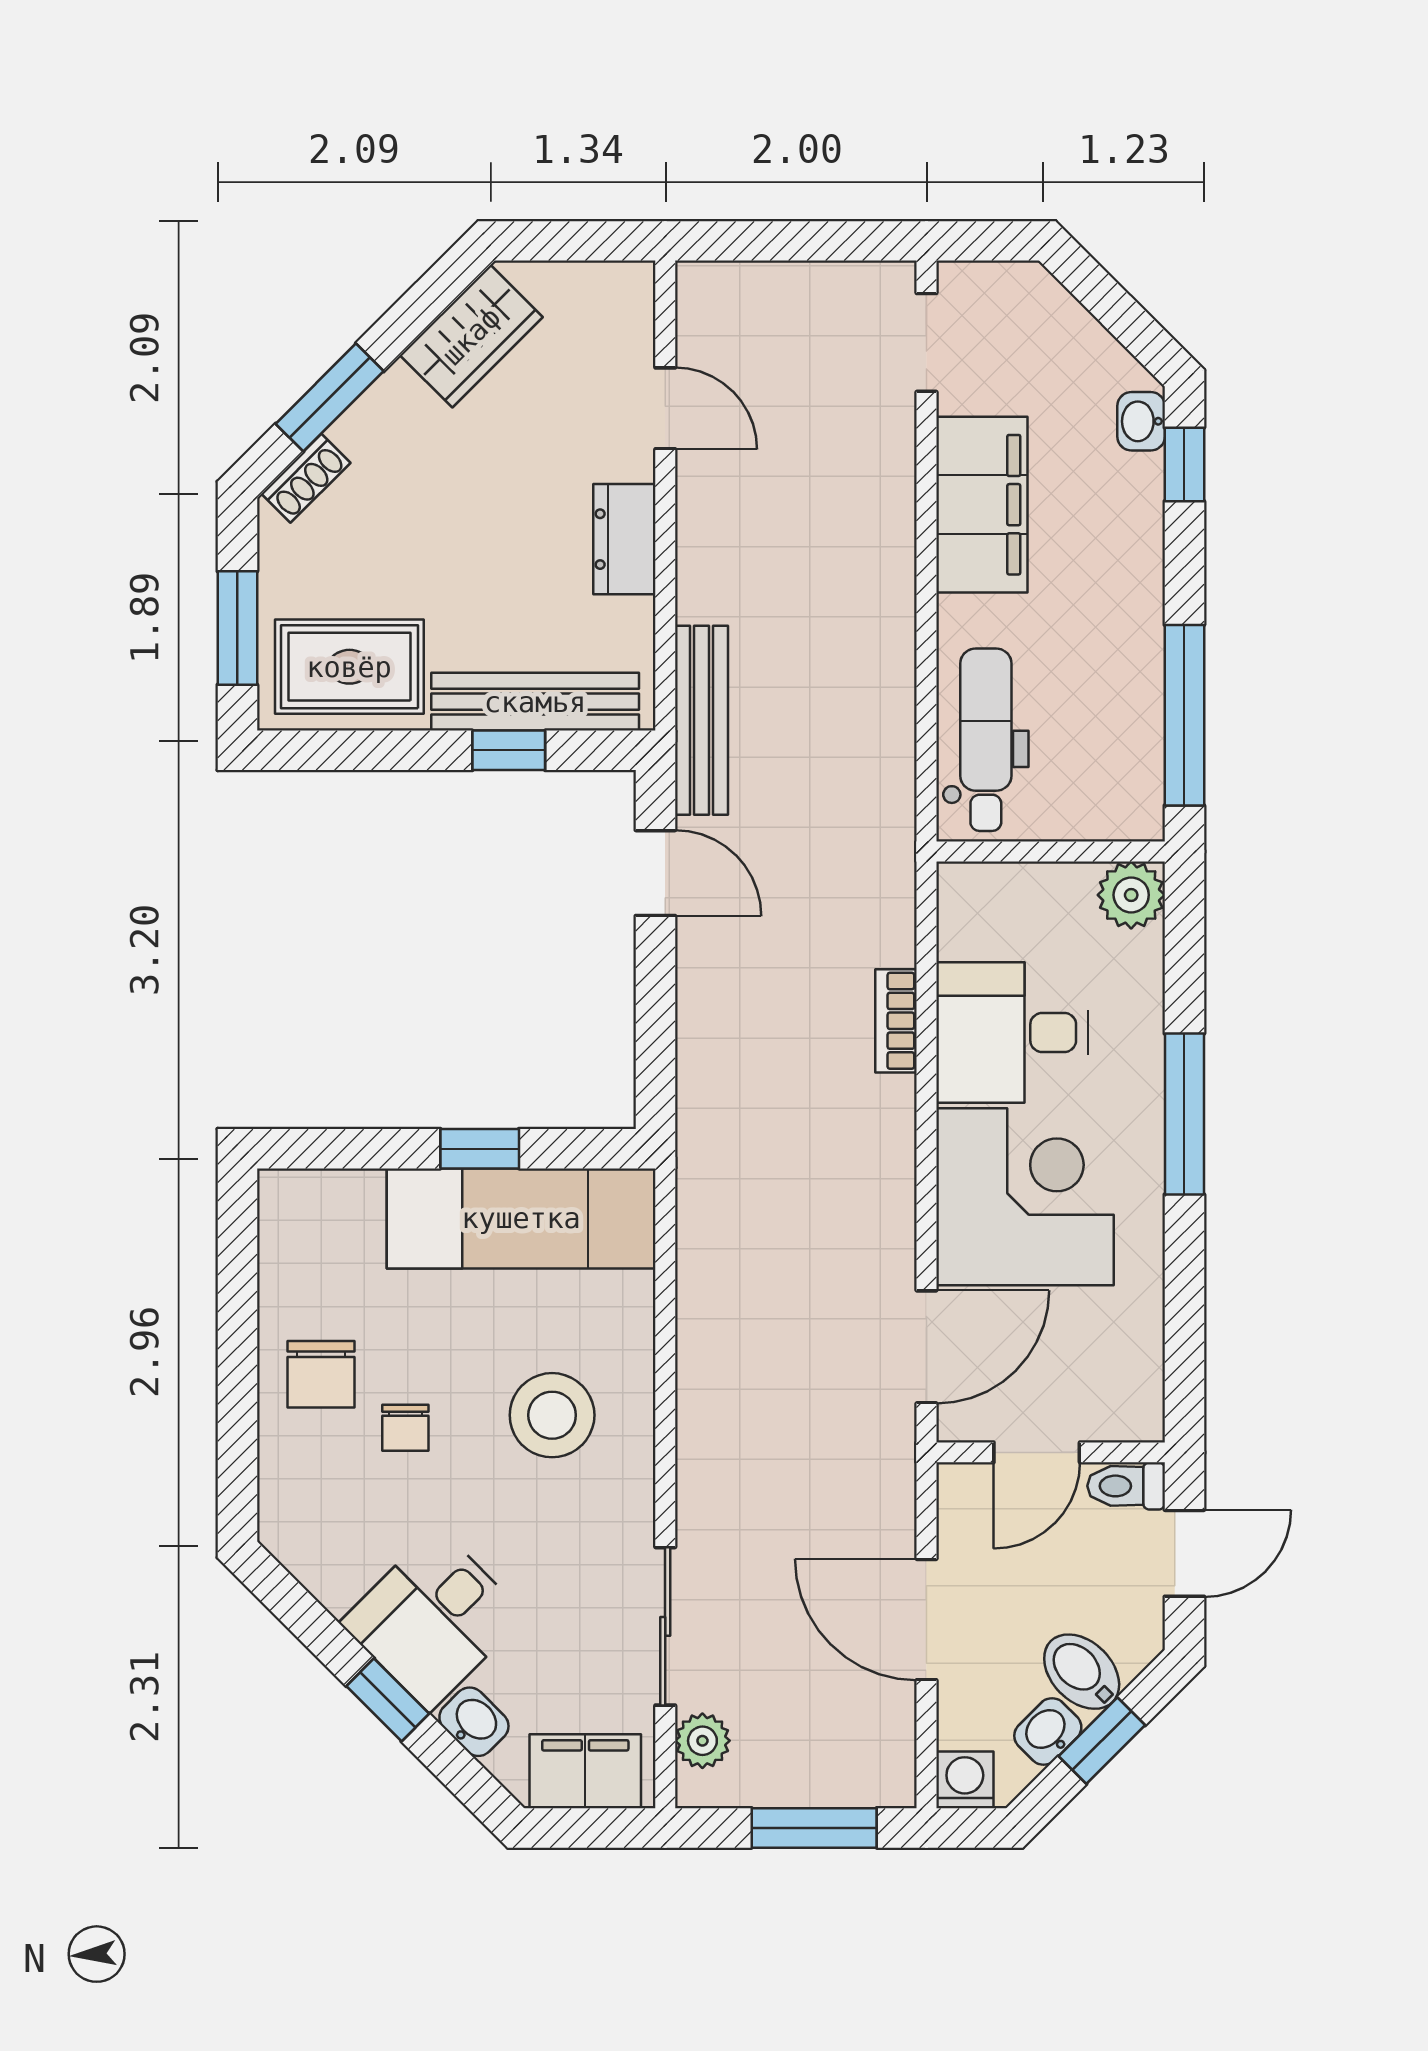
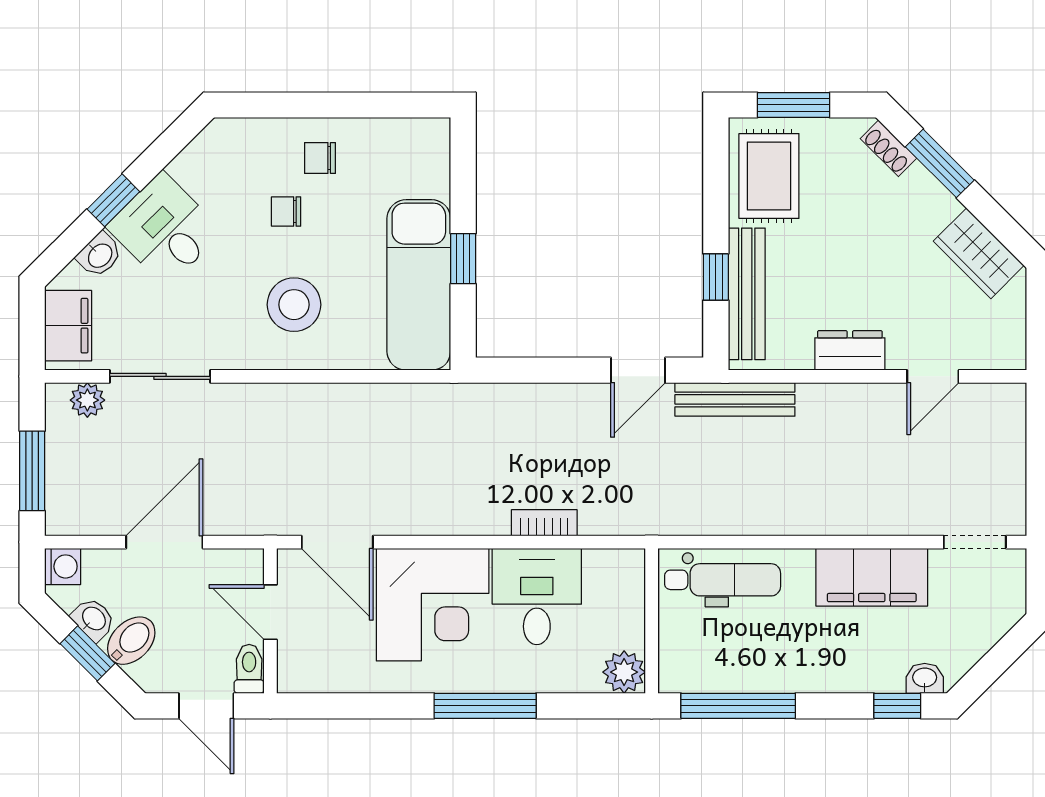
chair: (321, 1374) -> (320, 158), width x0.73, depth x0.73

